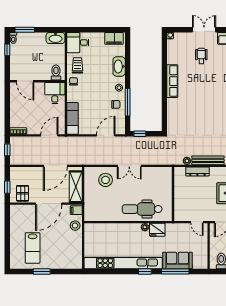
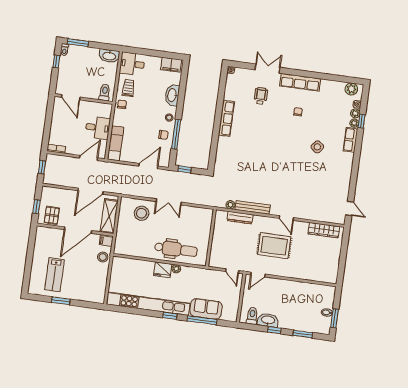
desk: (55, 93) -> (98, 128), moved, turned 90
dental chair: (142, 209) -> (176, 249), turned 180
fridge: (157, 230) -> (163, 270), moved

